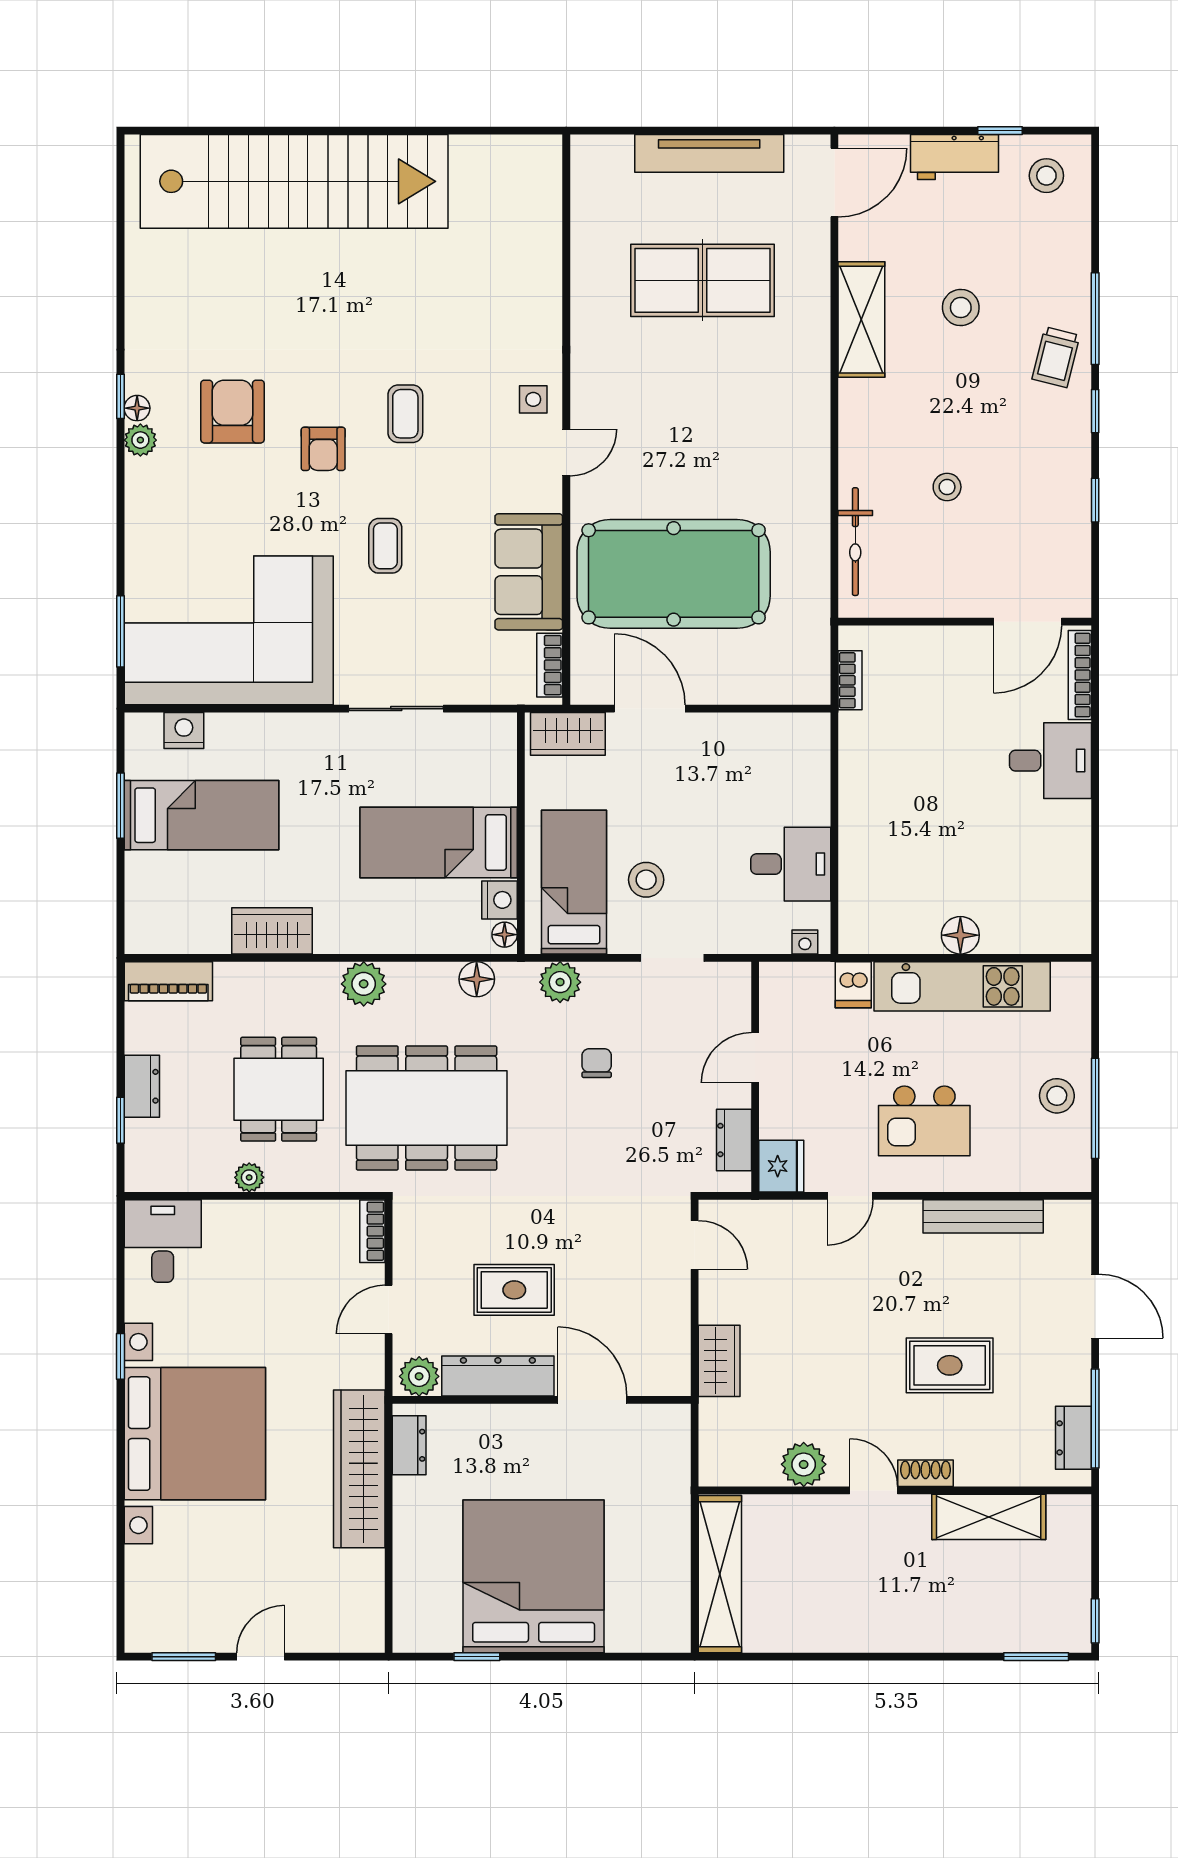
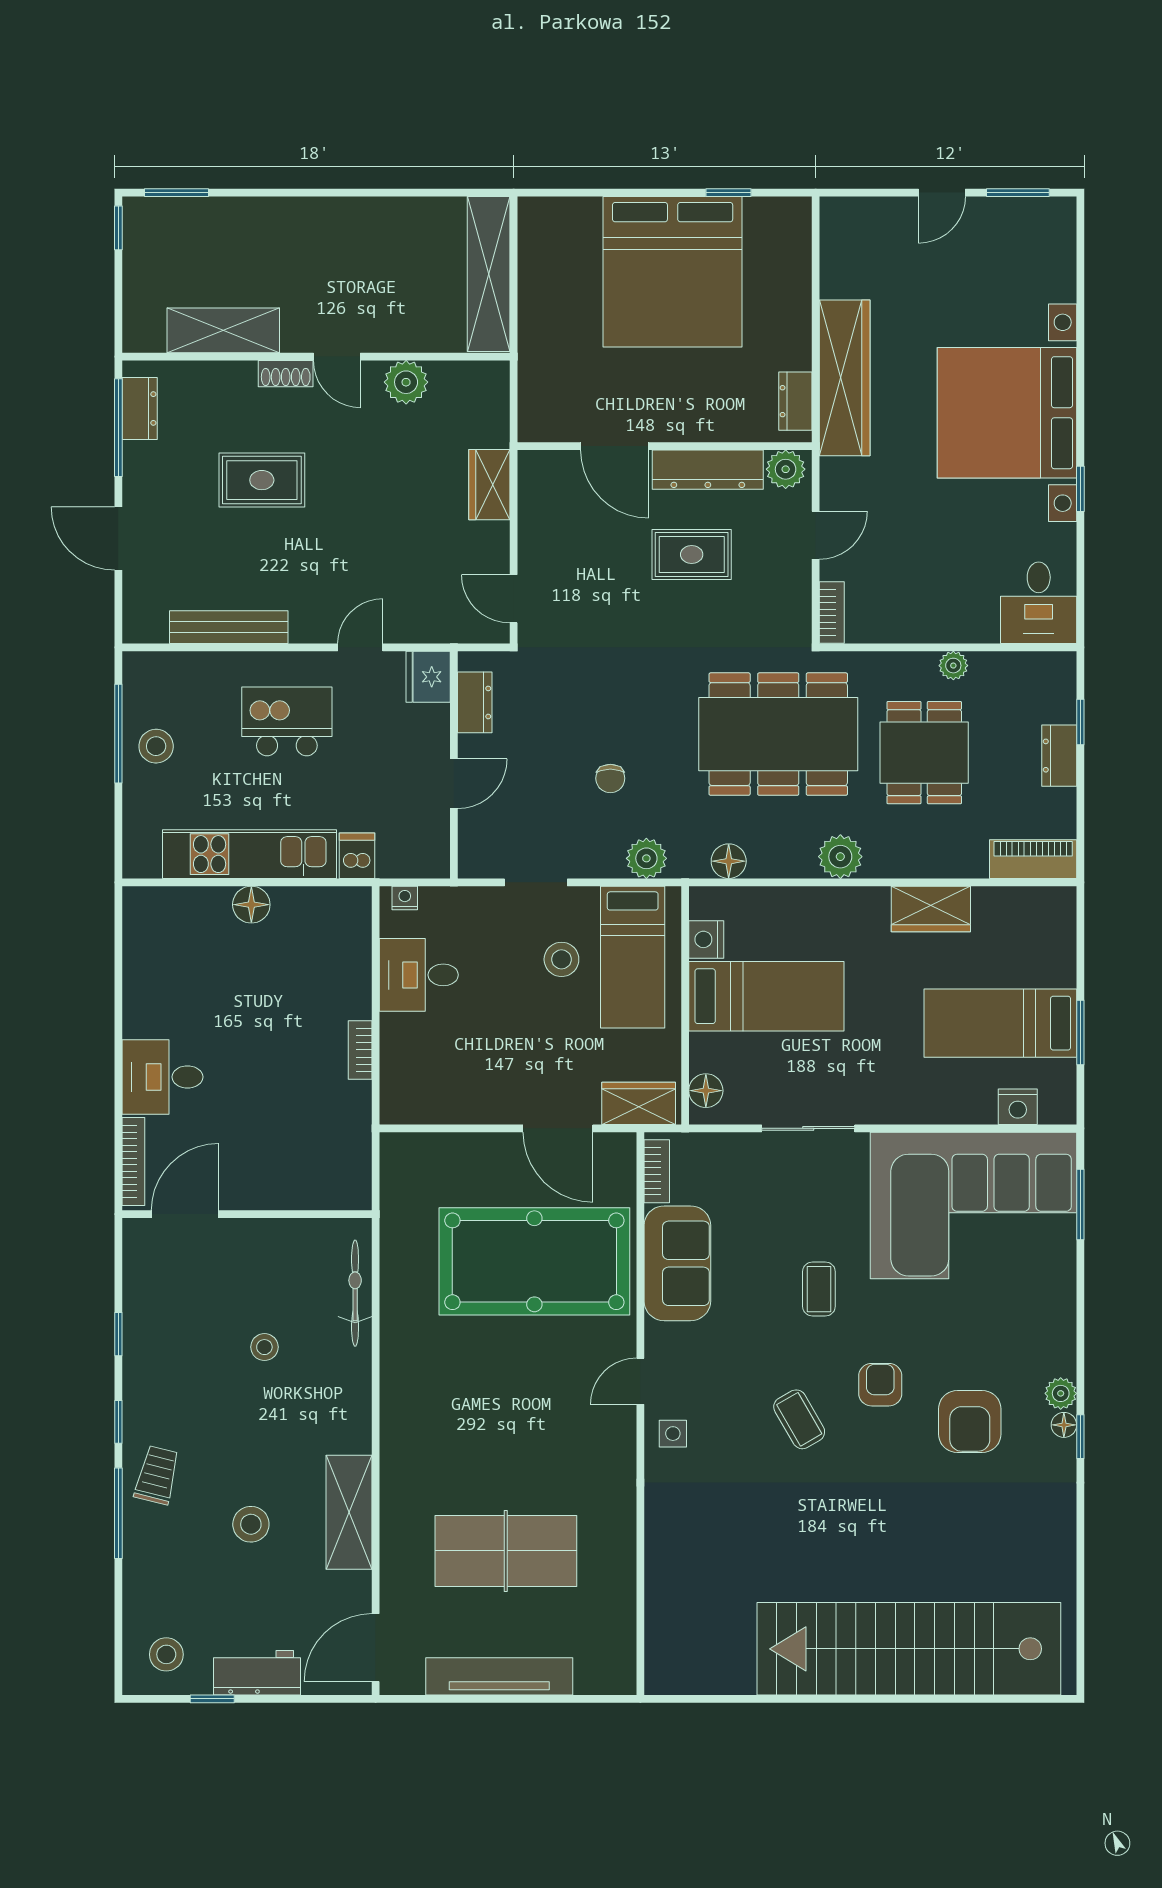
coffee table: (405, 414) -> (799, 1419), turned -30
bookcase: (850, 680) -> (360, 1050), moved
floor lamp: (505, 935) -> (706, 1091), moved, width x1.37, depth x1.37

